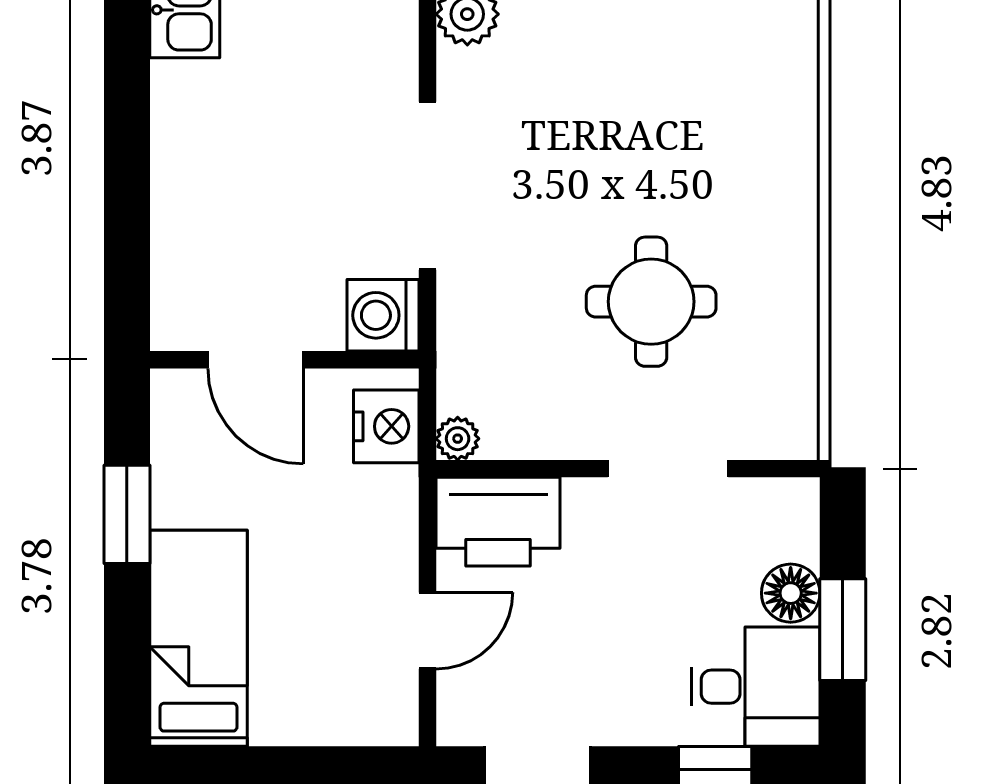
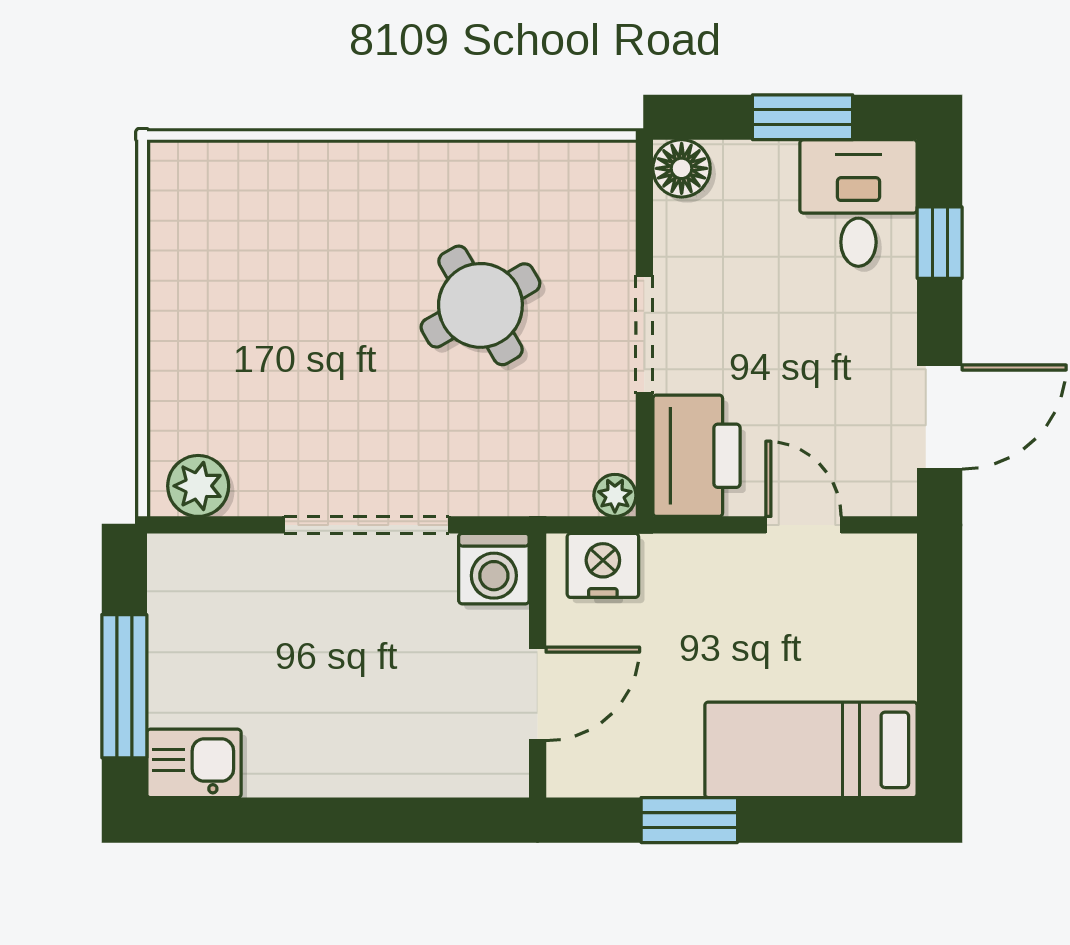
round table: (651, 302) -> (480, 305), turned -30
doorway: (668, 469) -> (644, 334), moved
floor lamp: (791, 593) -> (682, 168), moved

